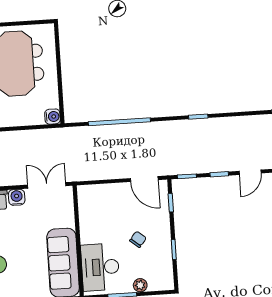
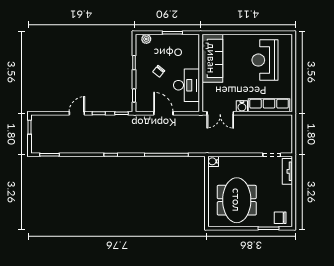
door: (144, 179) -> (163, 113), moved
desk: (100, 267) -> (186, 85), moved
plant: (140, 285) -> (146, 39), moved

